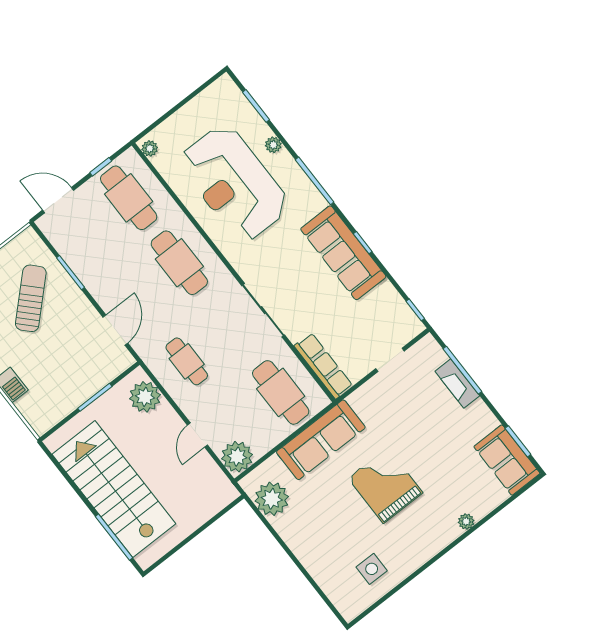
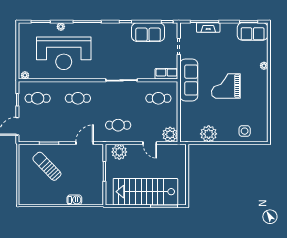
cafe table: (129, 198) -> (38, 98), width x0.73, depth x0.74
sofa: (343, 253) -> (148, 32), moved, width x0.73
cafe table: (179, 263) -> (78, 98), width x0.73, depth x0.74
door: (115, 330) -> (85, 143), hinge flipped
row of seats: (323, 366) -> (166, 74), width x0.68
cafe table: (281, 392) -> (158, 98), width x0.73, depth x0.74
sofa: (321, 440) -> (189, 80), moved
plant: (272, 499) -> (209, 134), moved
side table: (372, 569) -> (245, 131), moved

